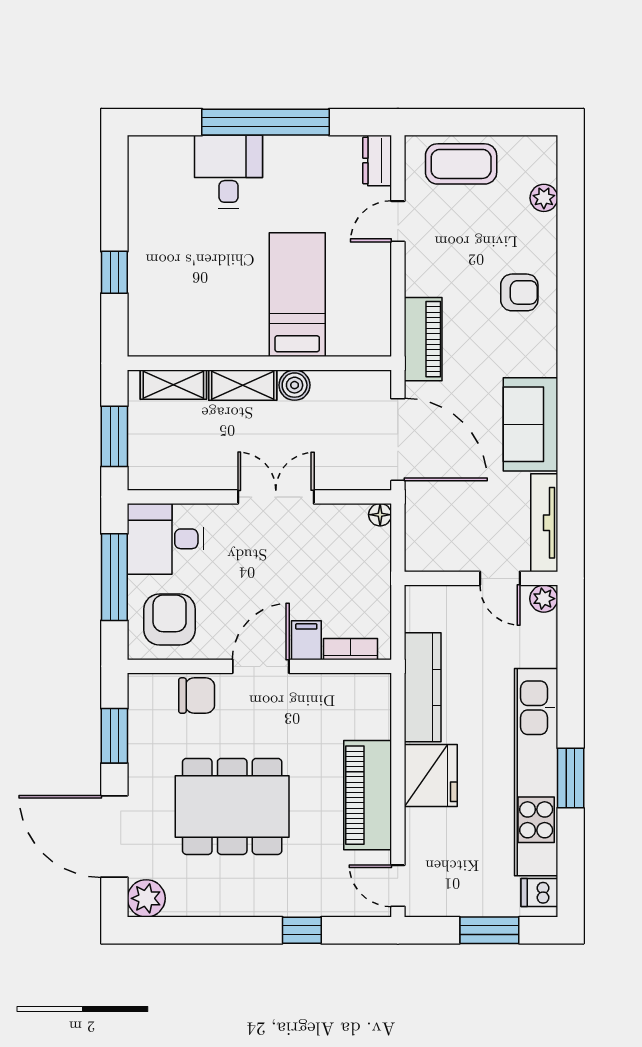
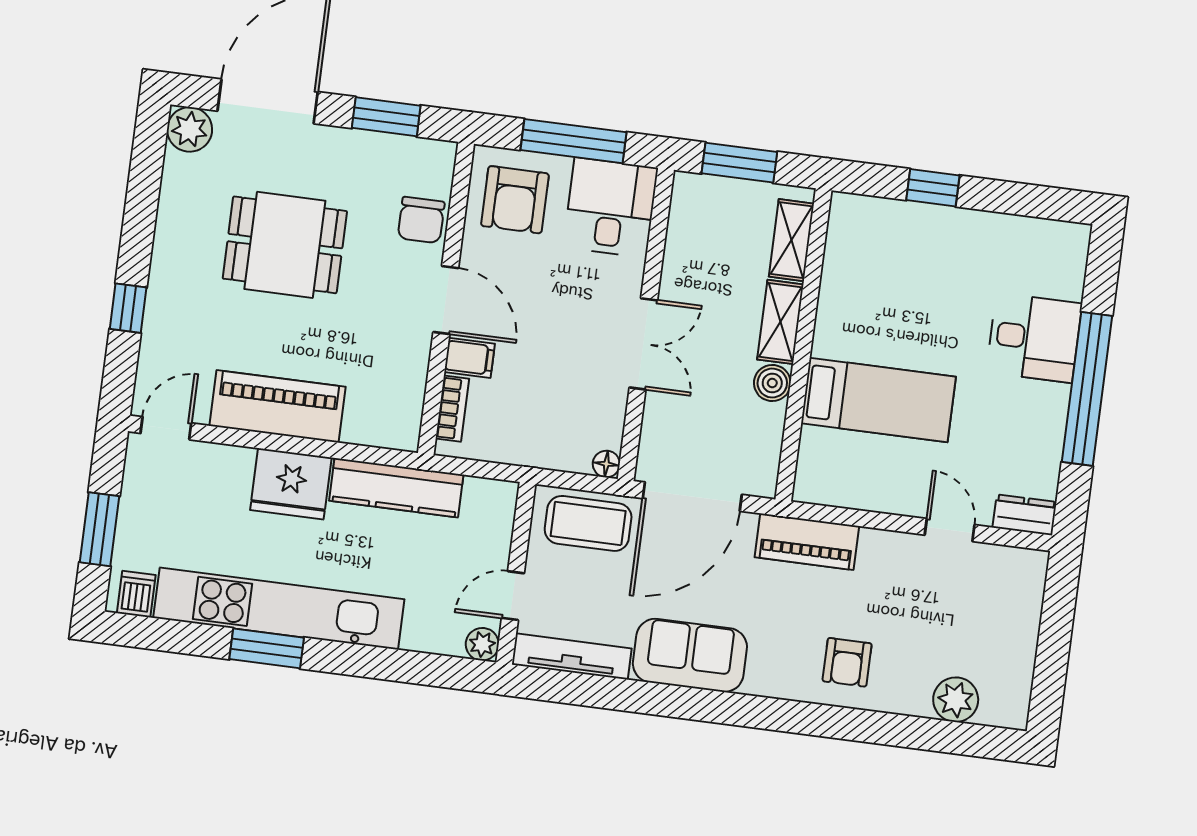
coffee table: (461, 164) -> (588, 523), moved, turned 90
plant: (544, 198) -> (956, 700), width x1.38, depth x1.38
armchair: (170, 620) -> (515, 200), turned 90
dining table: (232, 806) -> (285, 245), width x0.73

